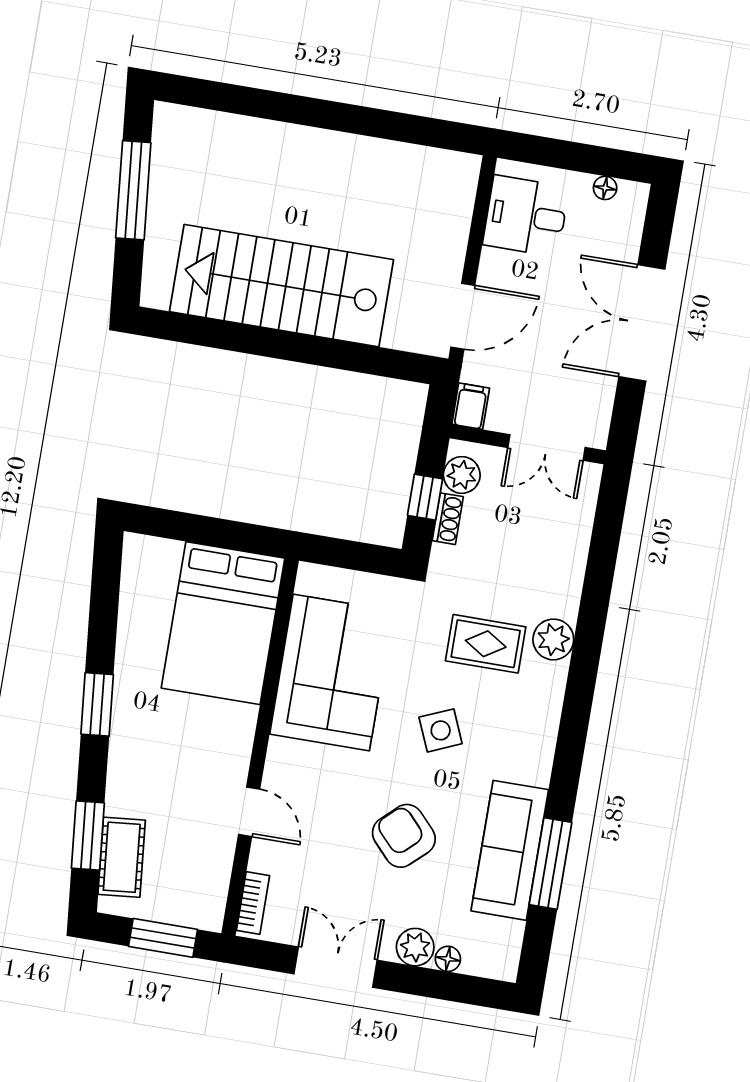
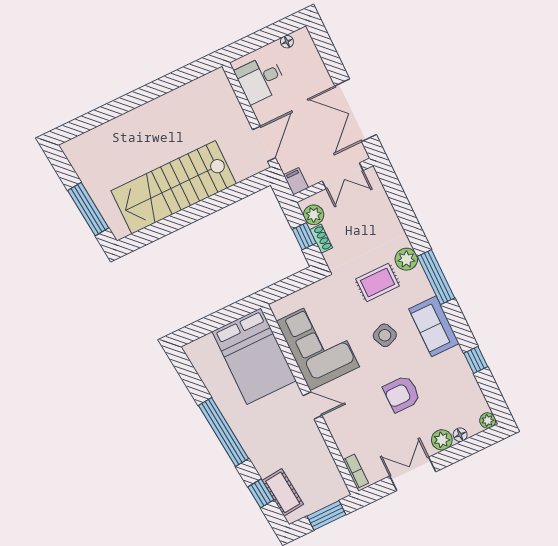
window: (133, 190) -> (88, 209), moved
double door: (642, 323) -> (356, 110), moved
window: (579, 698) -> (436, 277), added
window: (97, 704) -> (224, 432), width x2.11
door: (249, 812) -> (312, 406), moved
window: (88, 836) -> (261, 493), width x0.67
armchair: (404, 836) -> (402, 394), turned -47
sofa: (510, 850) -> (434, 326), moved, width x0.73
window: (551, 863) -> (476, 360), width x0.46
plant: (504, 967) -> (488, 420), added

